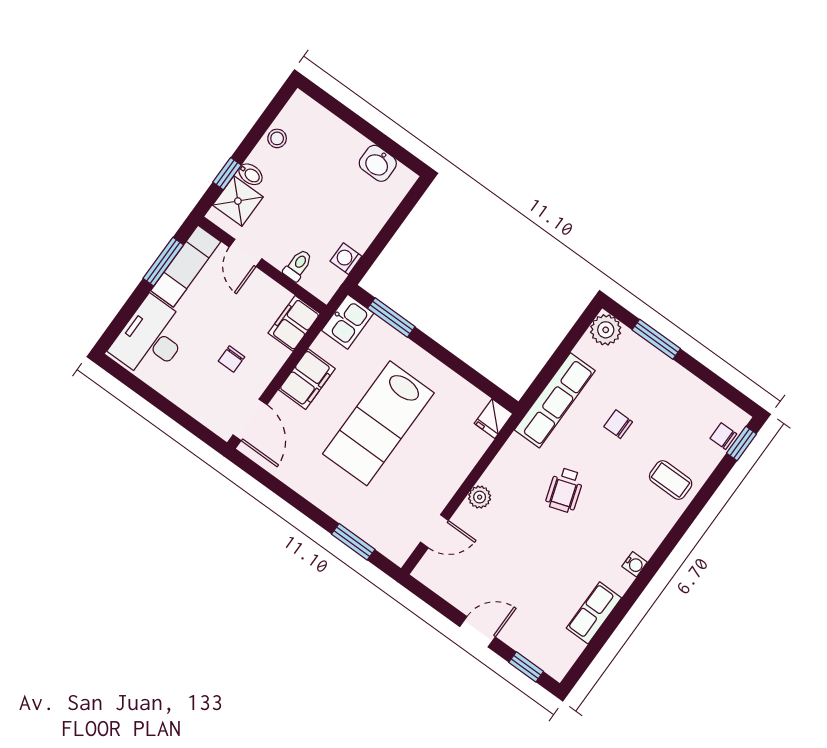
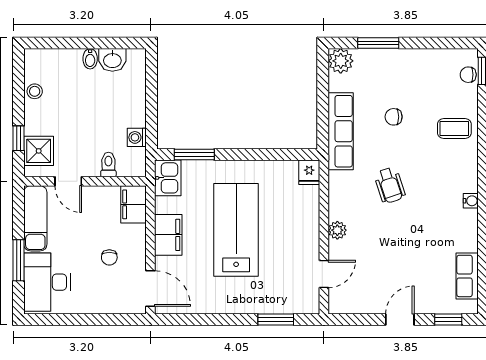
bidet: (251, 174) -> (90, 59), moved, turned 90
window: (163, 262) -> (19, 260), moved
lab bench: (378, 423) -> (236, 230), turned 180
row of seats: (594, 613) -> (467, 276), moved

